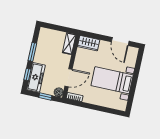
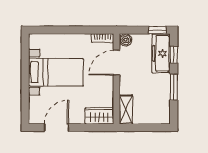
door: (120, 42) -> (57, 128), hinge flipped
window: (45, 97) -> (157, 30), moved

